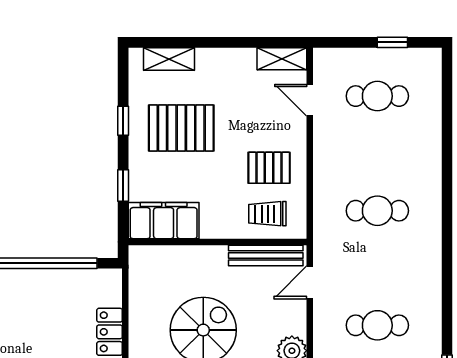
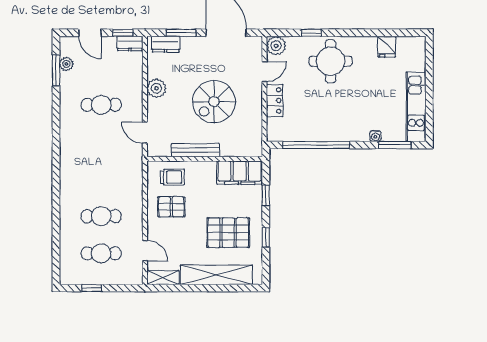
shelving: (169, 59) -> (216, 275), width x2.20, depth x1.33
cafe table: (377, 211) -> (101, 216), moved
bench: (266, 255) -> (195, 150), moved
door: (310, 282) -> (145, 133), swing flipped

